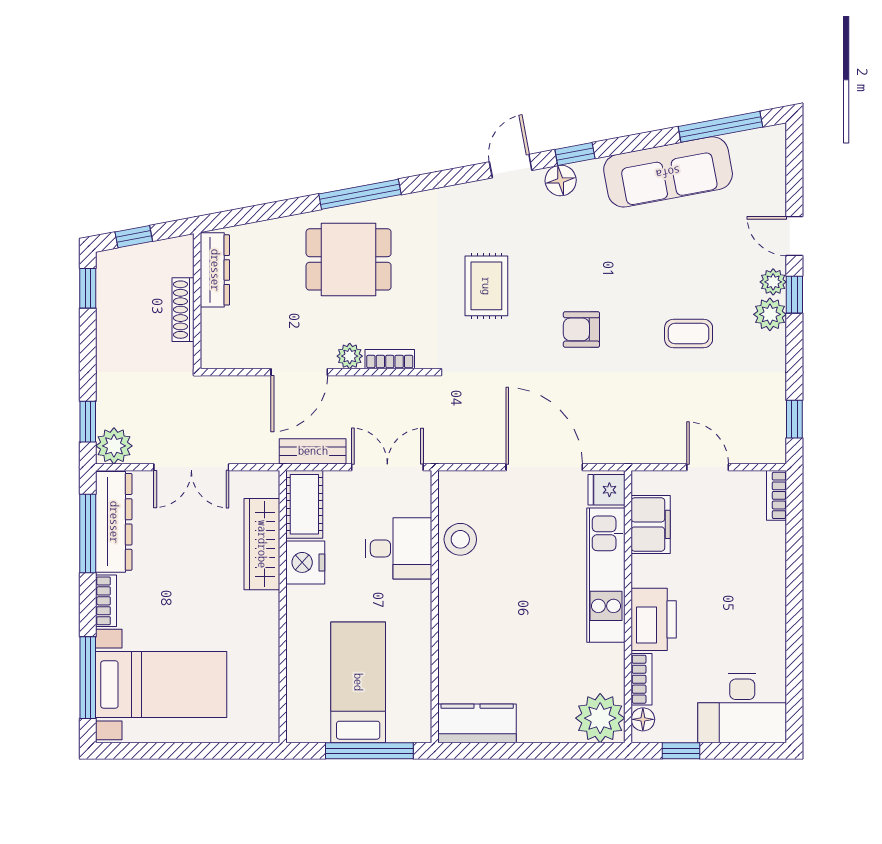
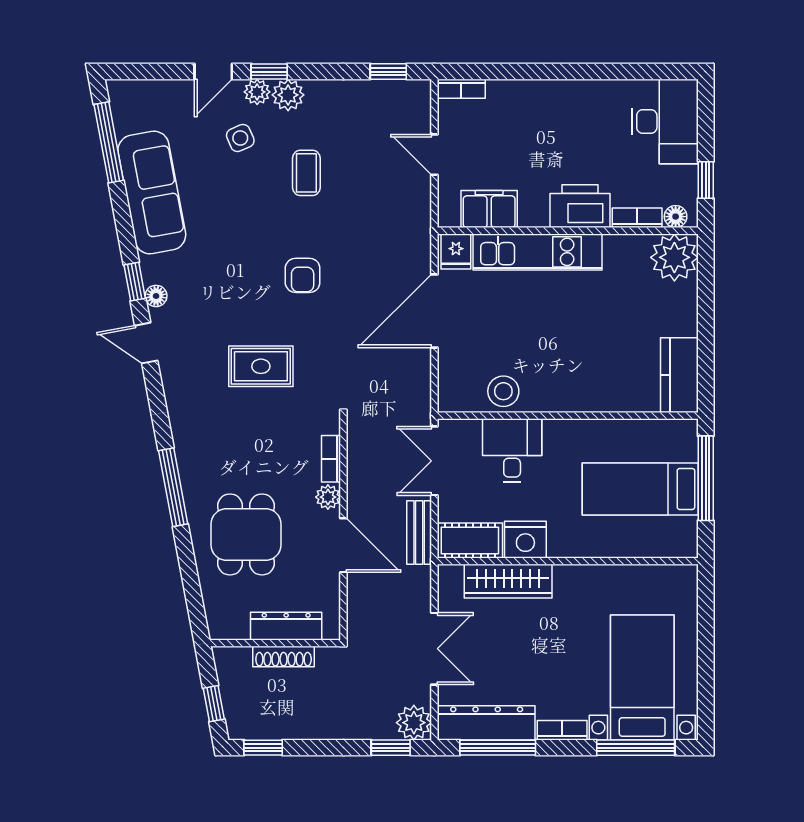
floor lamp: (561, 180) -> (156, 296), width x0.73, depth x0.73
dining table: (349, 259) -> (246, 534), moved
side table: (725, 264) -> (240, 138), added
dresser: (215, 270) -> (286, 626), moved
door: (708, 467) -> (434, 155), hinge flipped

